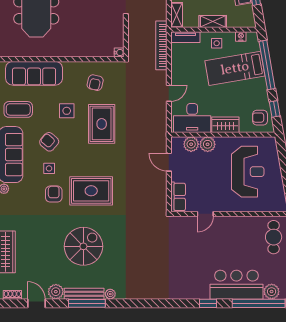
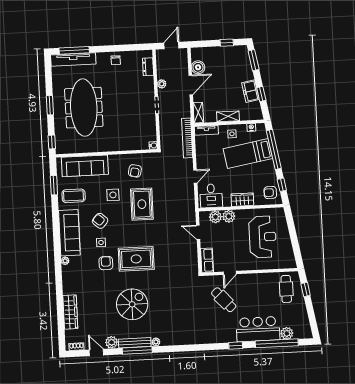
desk: (192, 118) -> (211, 196), width x0.73
cafe table: (196, 246) -> (224, 300), added

